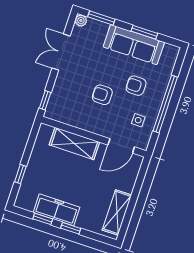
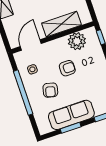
armchair: (136, 86) -> (50, 90), turned 104
plant: (72, 115) -> (77, 41), added

